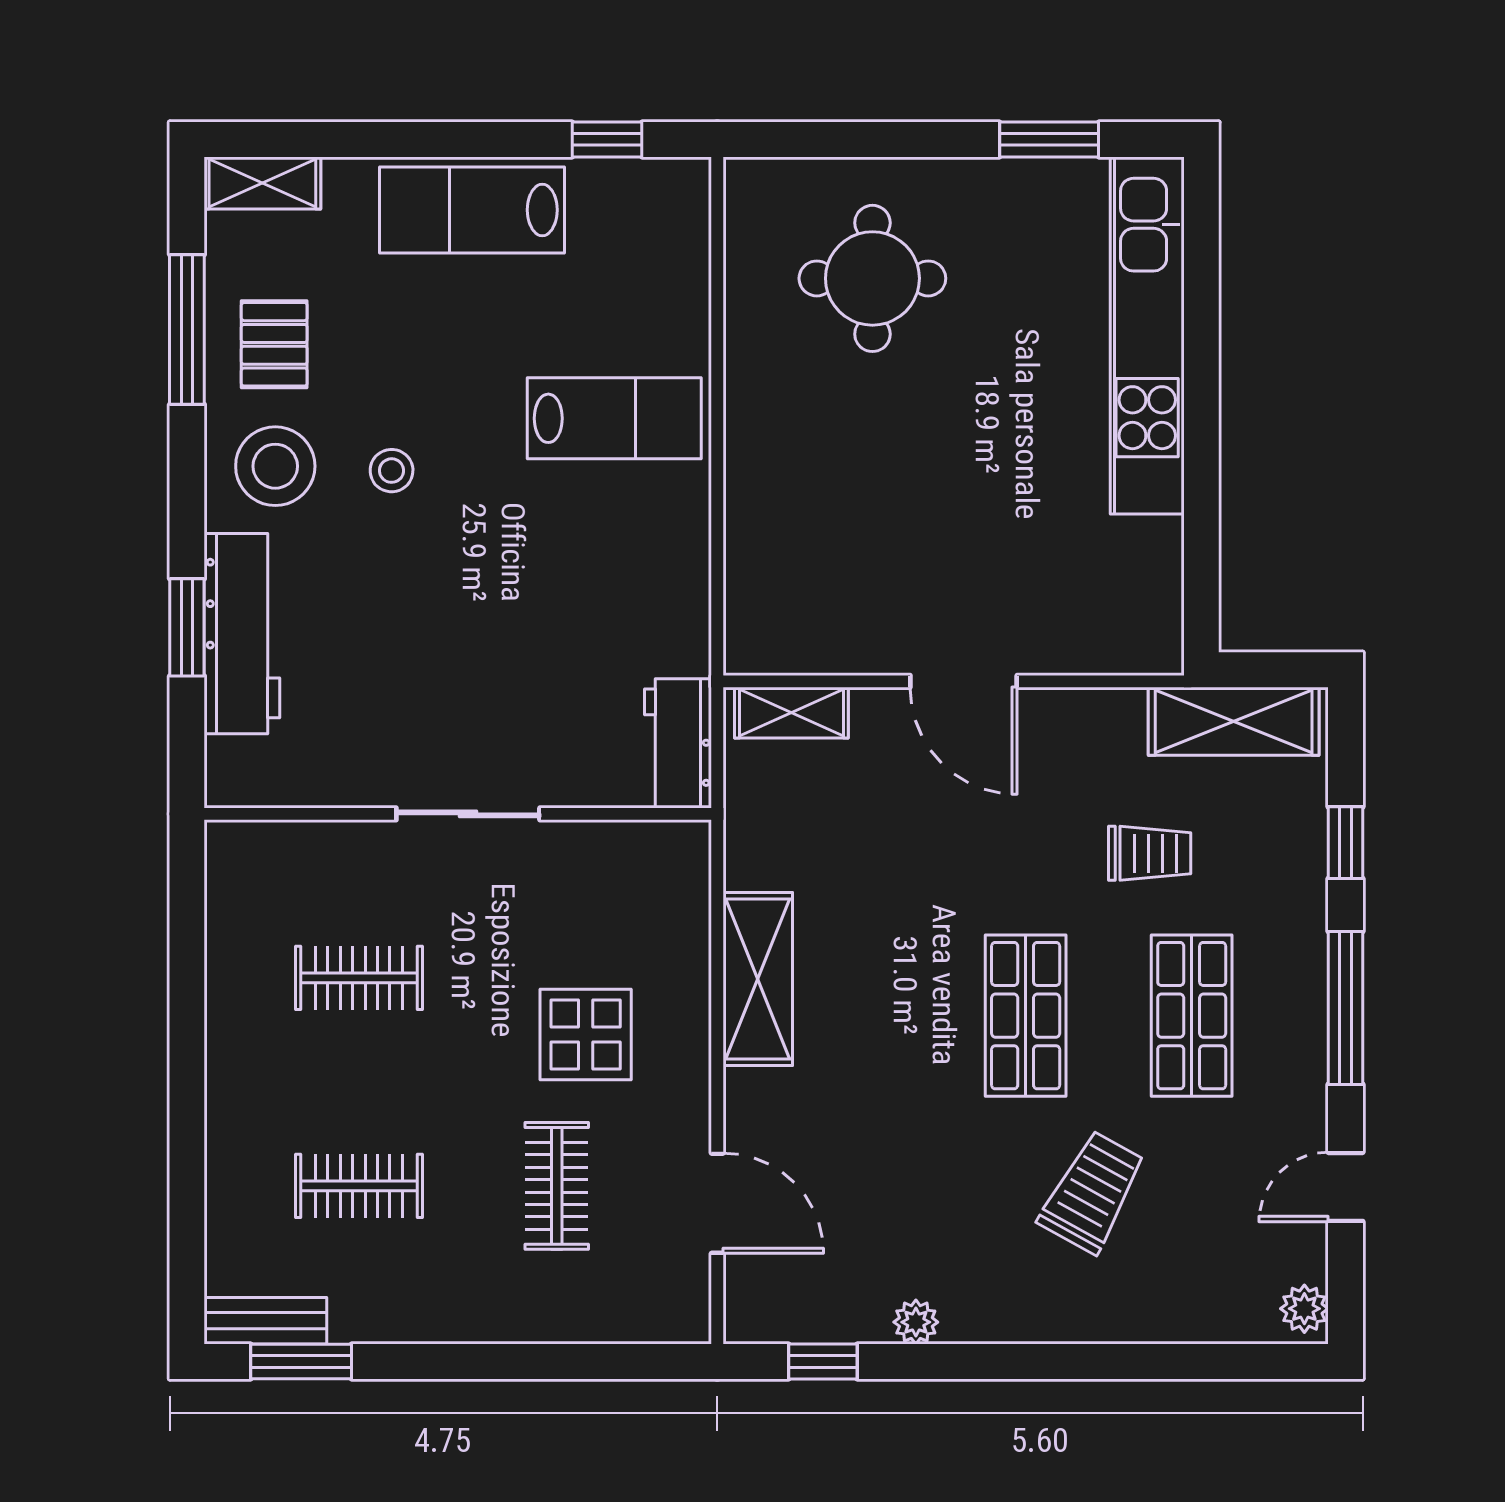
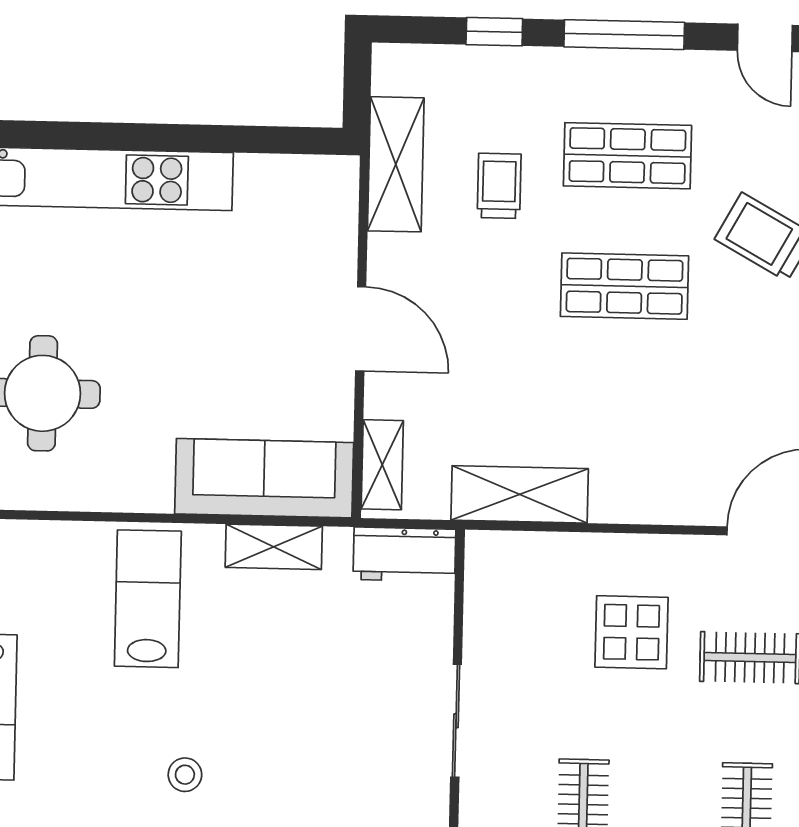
sofa: (771, 563) -> (264, 478), added
shelving: (684, 577) -> (274, 547), added
door: (964, 681) -> (361, 329), hinge flipped
shelving: (1234, 721) -> (396, 164), moved
shelving: (758, 979) -> (520, 494), moved

